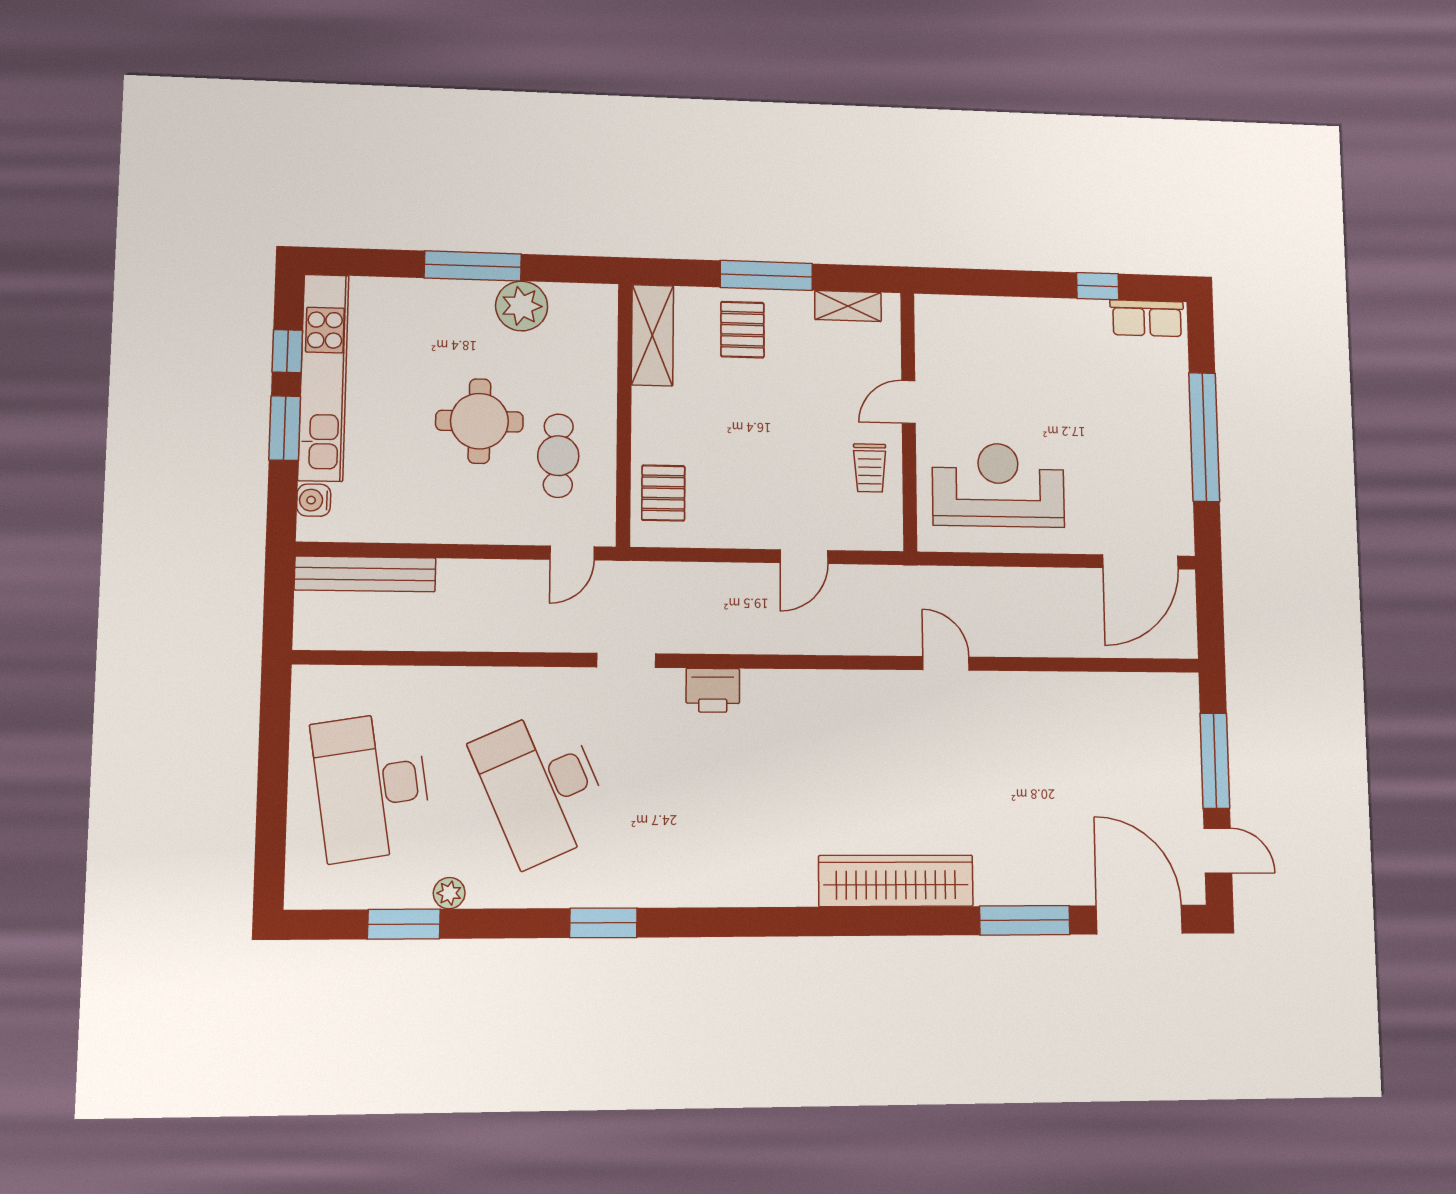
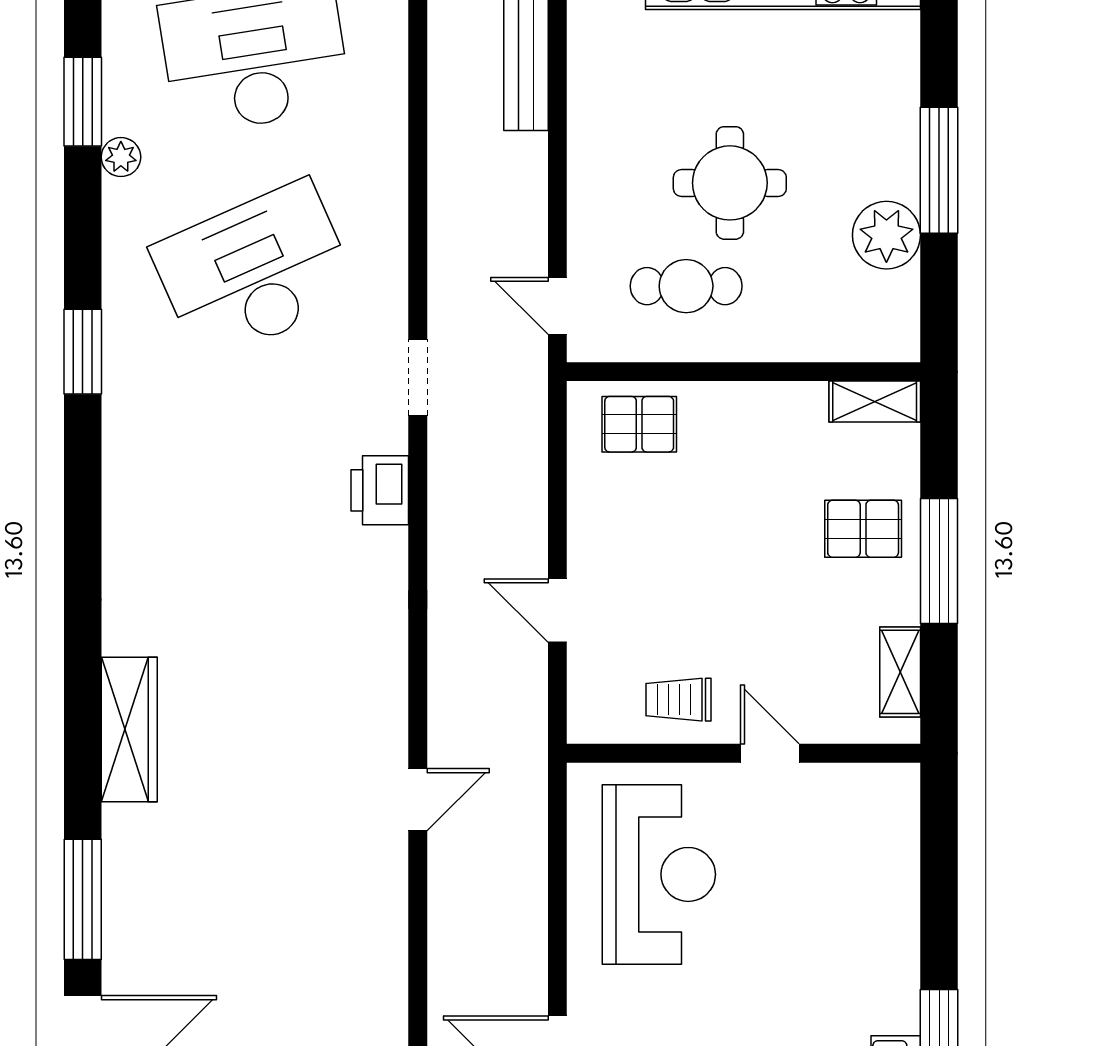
shelving: (652, 335) -> (875, 402), width x0.67, depth x0.75
wardrobe: (896, 881) -> (129, 730), width x0.71, depth x0.85

